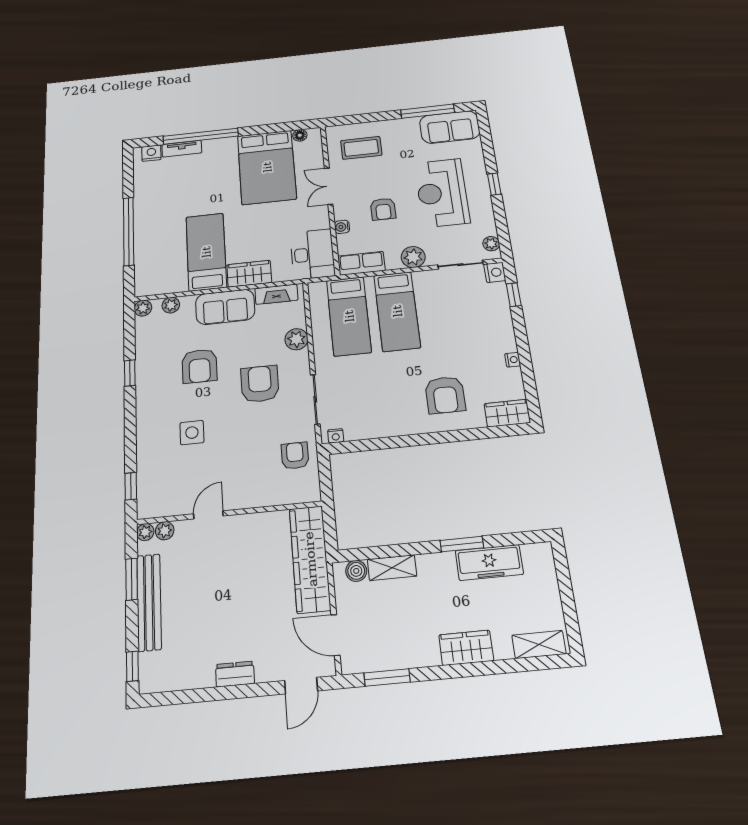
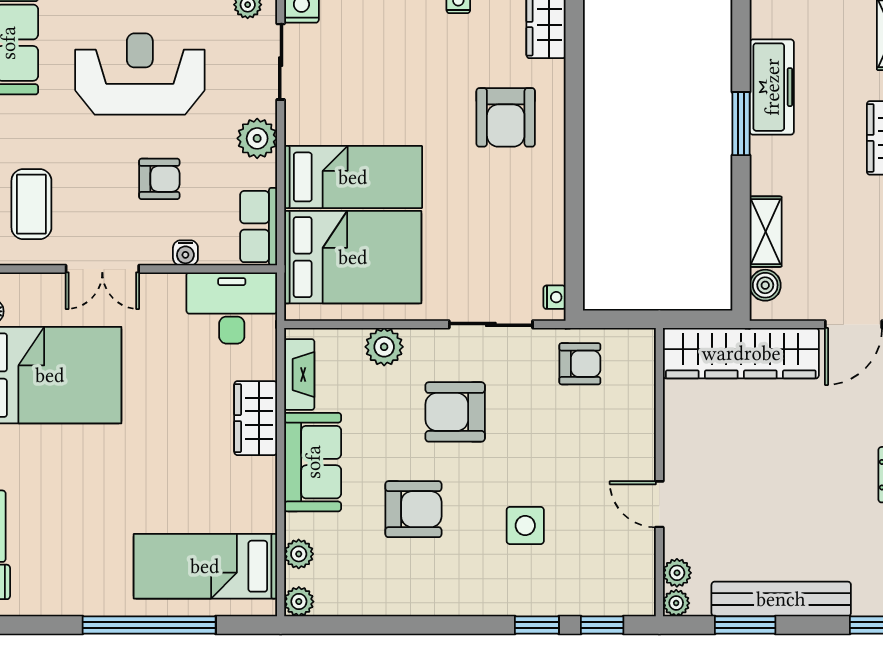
reception desk: (442, 193) -> (140, 74), turned 180
bed: (206, 252) -> (205, 566), moved
bed: (349, 316) -> (353, 257), width x1.50
window: (130, 373) -> (537, 625), moved
armchair: (445, 395) -> (506, 117), turned 90
armchair: (295, 456) -> (580, 364), turned 180

